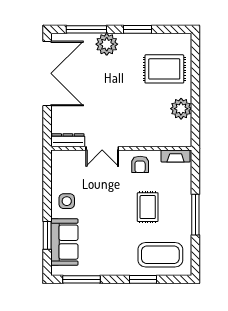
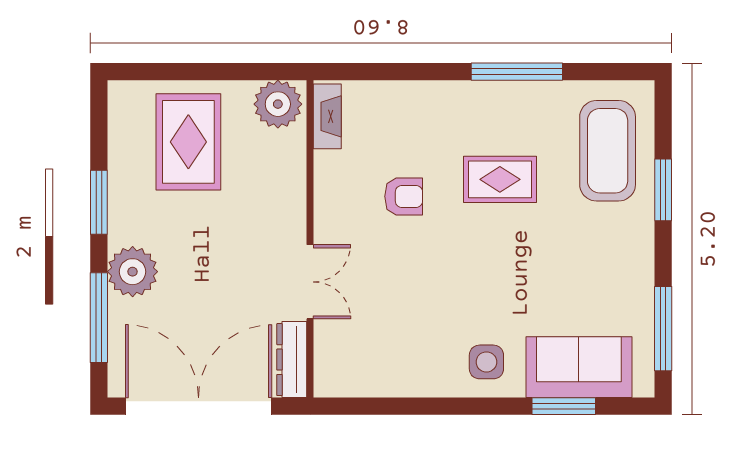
dresser: (68, 140) -> (292, 360), moved
double door: (102, 148) -> (310, 282), moved
wall: (121, 148) -> (310, 239), moved
fireplace: (176, 156) -> (327, 116), moved

